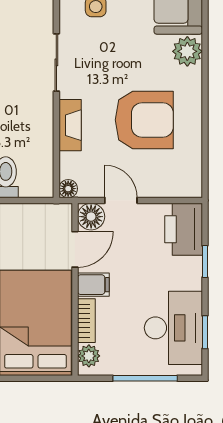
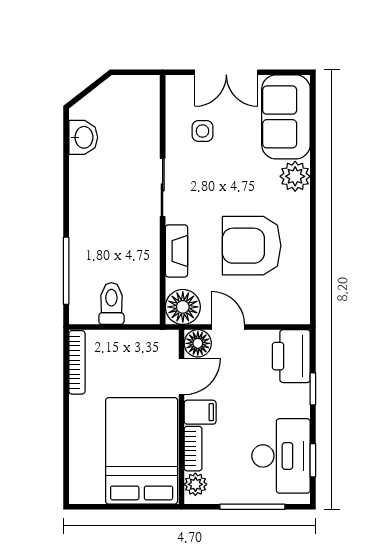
armchair: (144, 120) -> (252, 246), turned 180
floor lamp: (68, 189) -> (183, 307), width x1.89, depth x1.89

